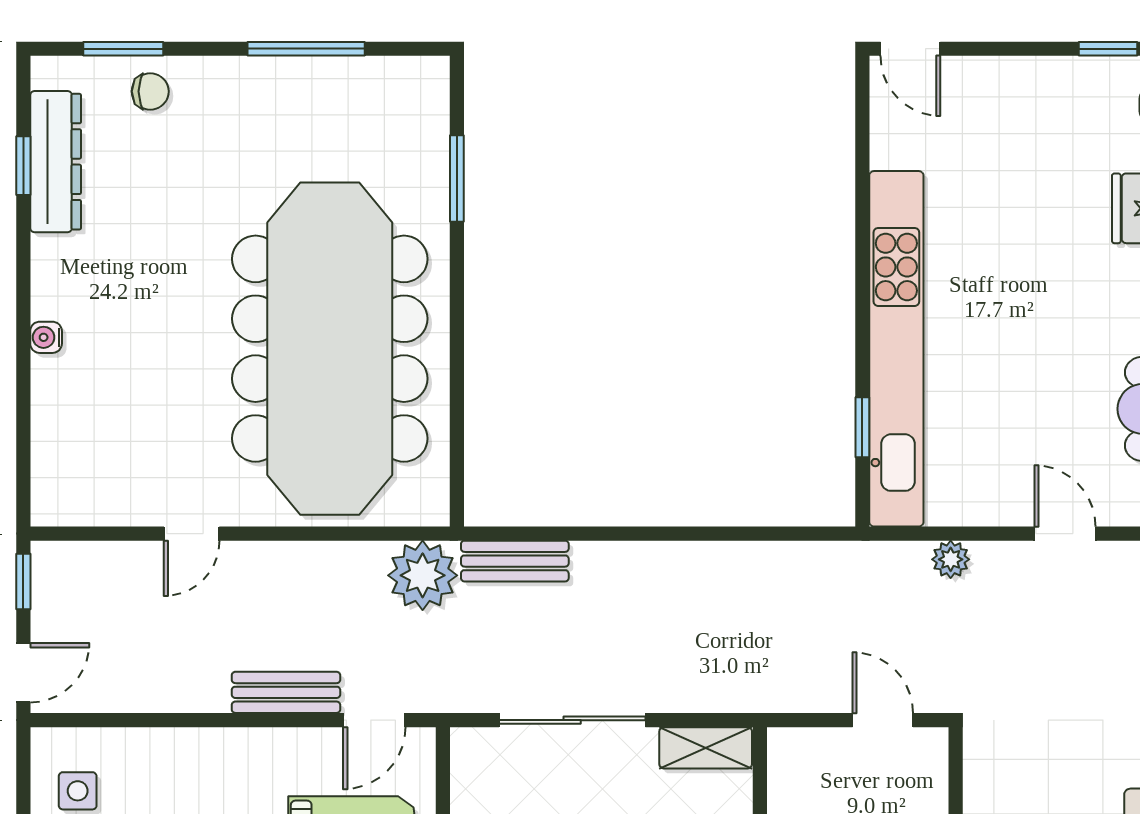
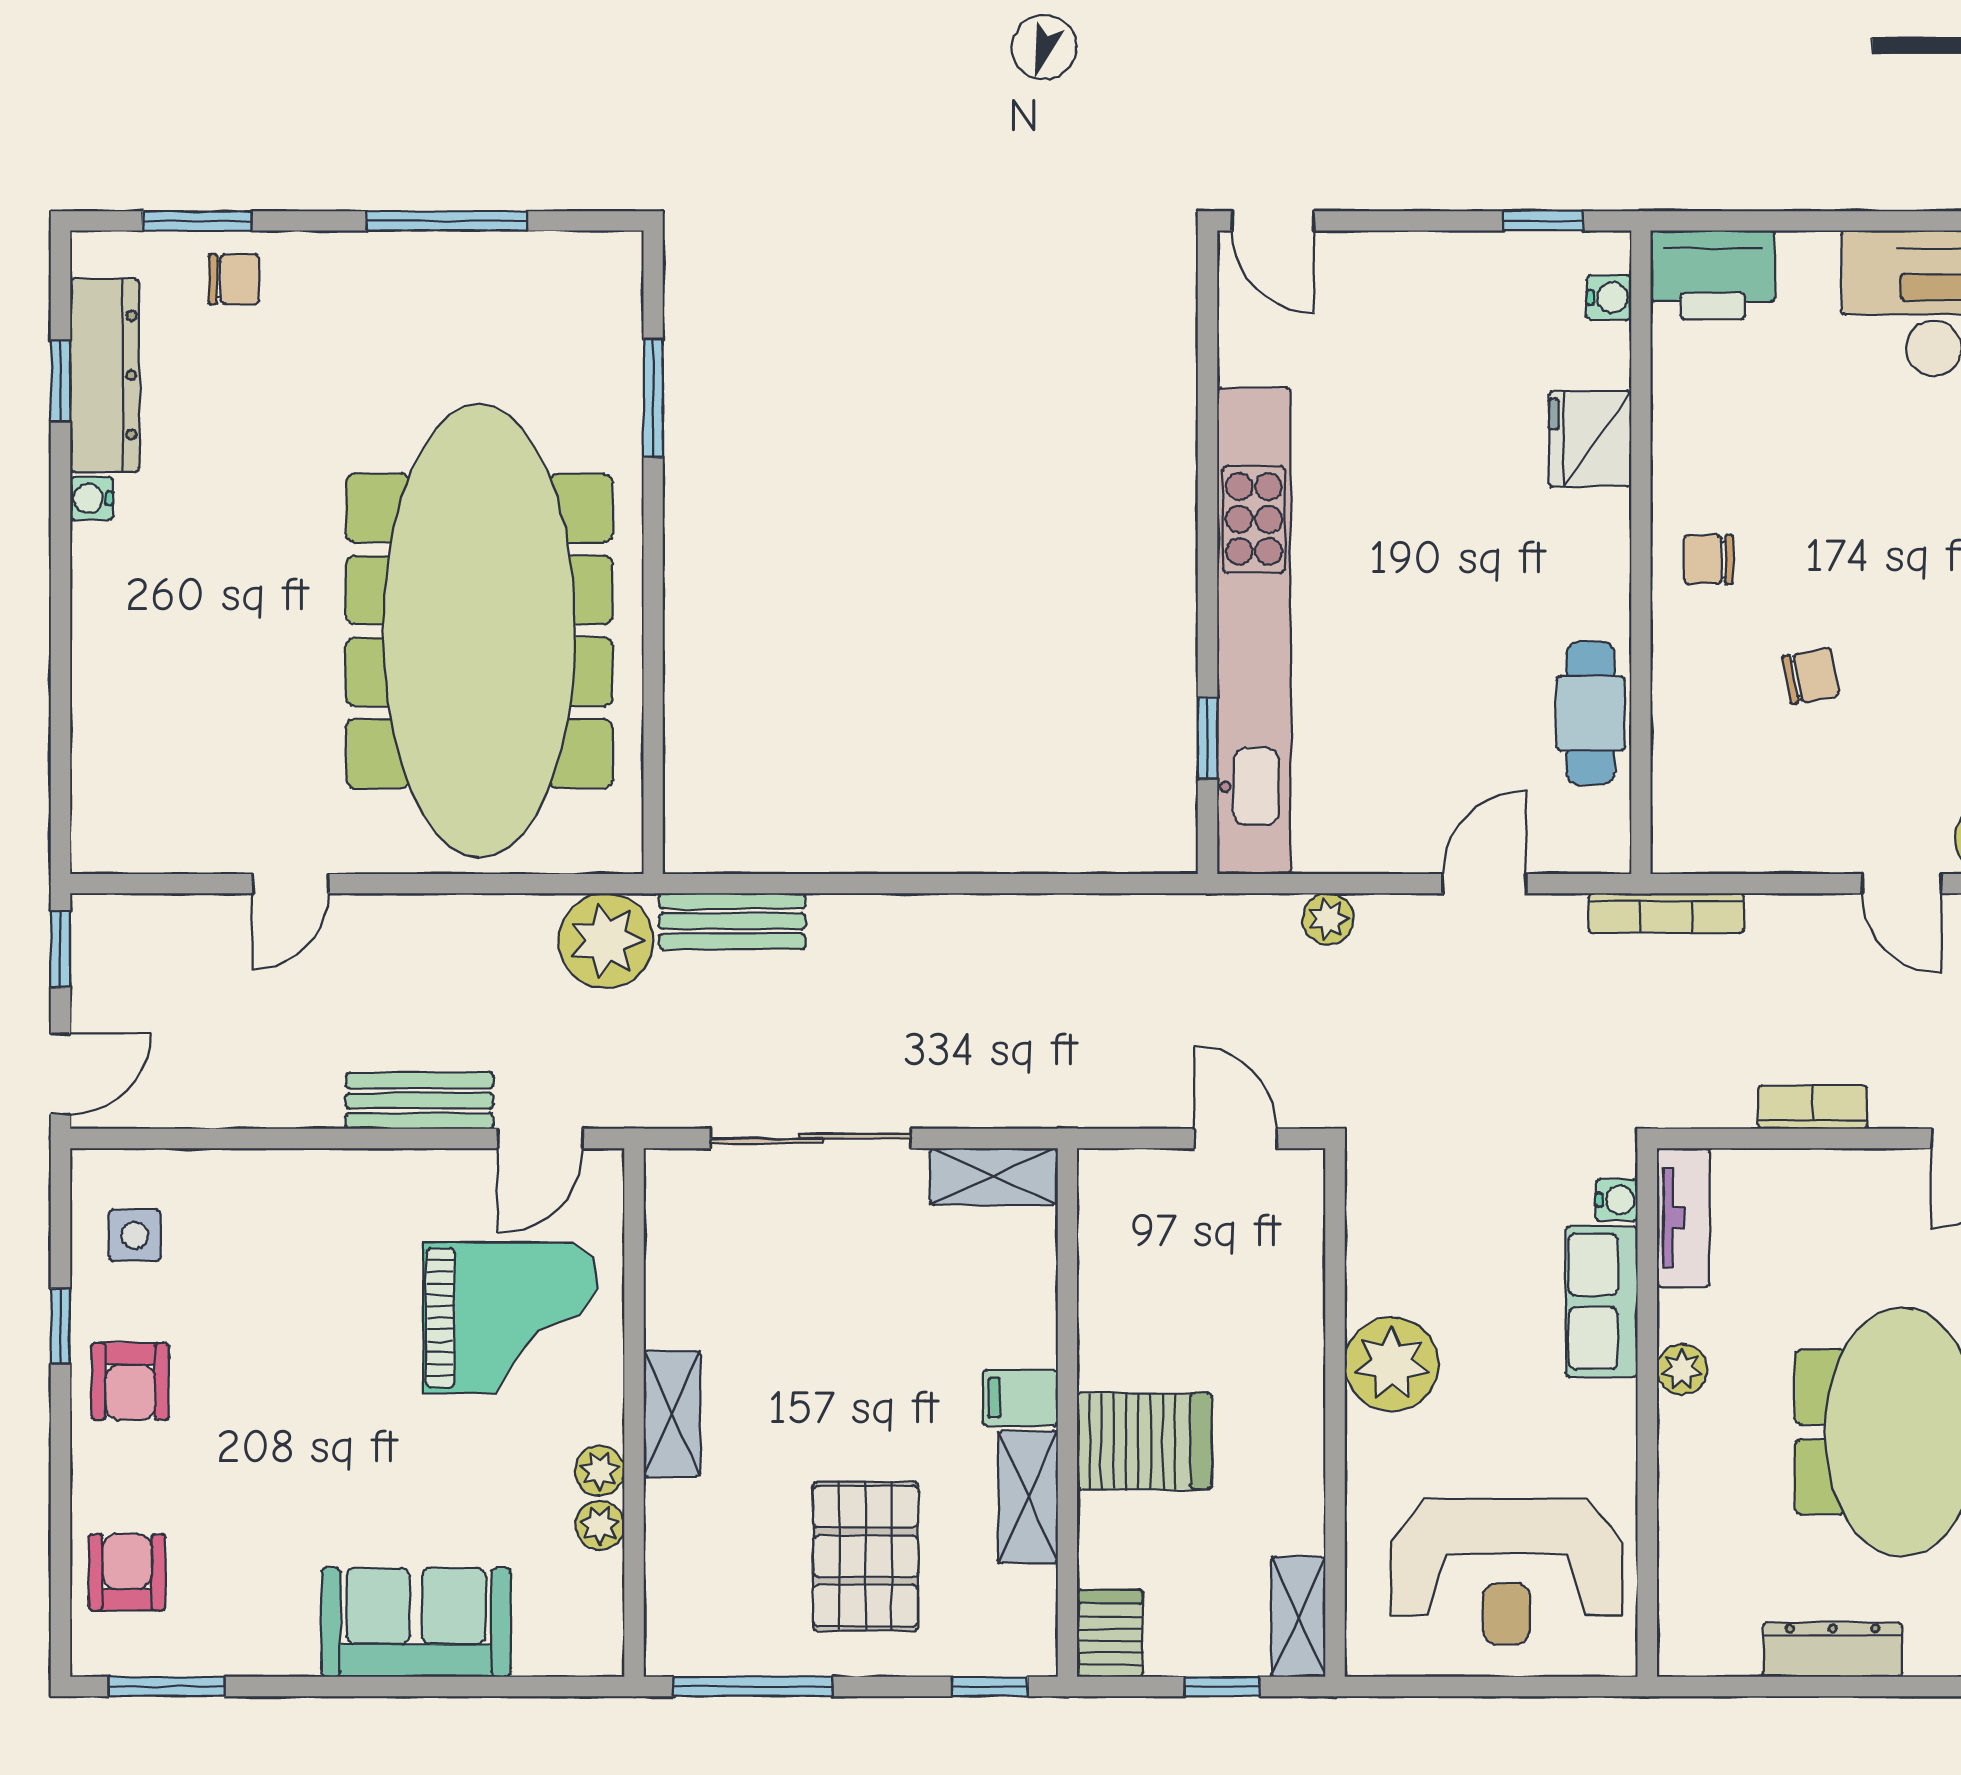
water cooler: (46, 337) -> (92, 498), moved
door: (1065, 534) -> (1484, 884), hinge flipped

